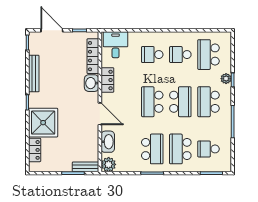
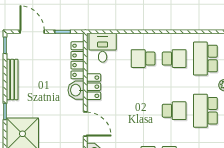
school desk: (180, 55) -> (174, 59), turned 180
school desk: (152, 102) -> (143, 111), removed
school desk: (180, 102) -> (174, 111), width x0.54

